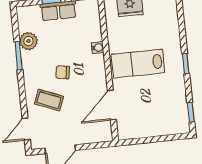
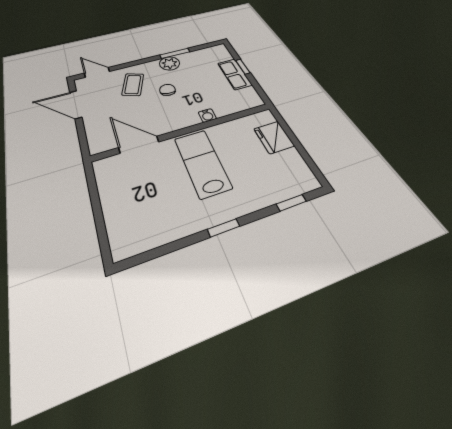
plant: (28, 41) -> (170, 63), moved
window: (191, 112) -> (291, 203), moved

